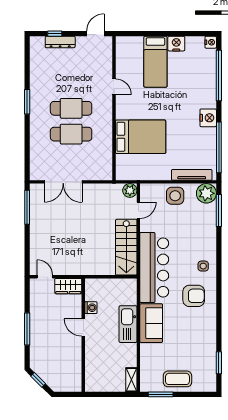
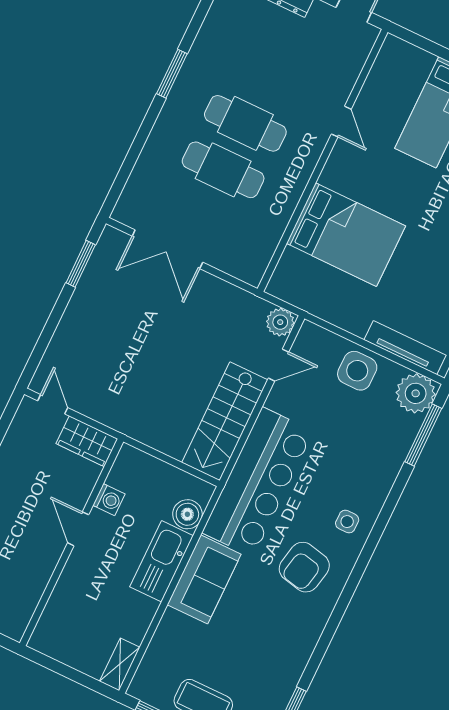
window: (27, 207) -> (81, 264), width x0.69
armchair: (194, 296) -> (304, 567), turned 102
boiler: (130, 297) -> (187, 514), added

